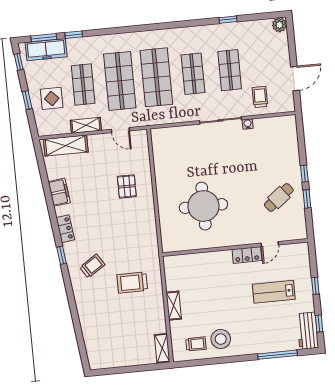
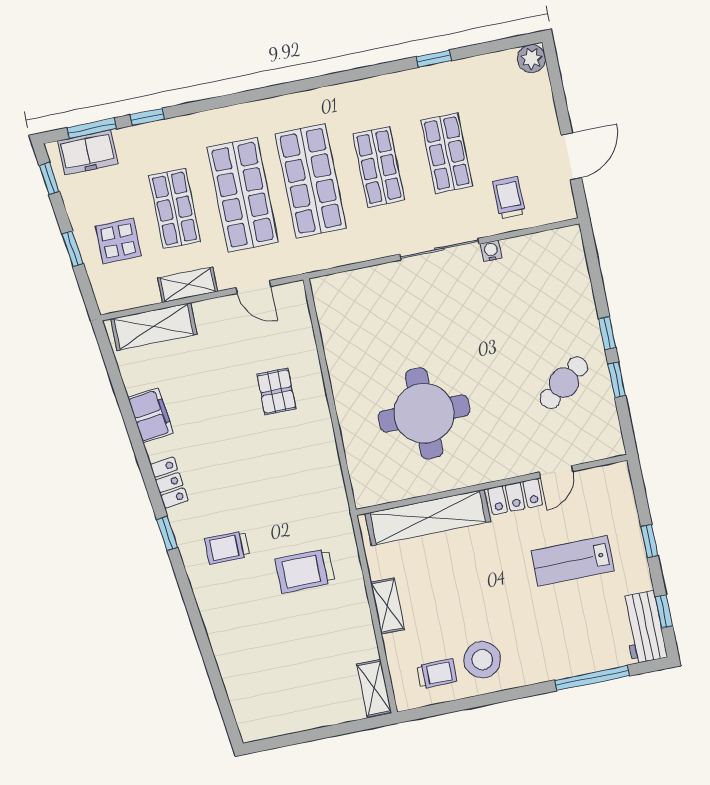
freezer: (46, 50) -> (88, 152), width x0.71
shelving: (200, 261) -> (428, 518), added
trolley: (92, 266) -> (227, 547), turned -147

